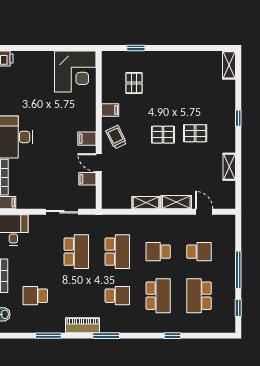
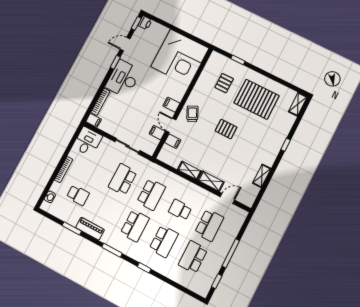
corner desk: (75, 71) -> (180, 57), width x1.36, depth x1.36
filing cabinet: (110, 110) -> (173, 141), moved
pallet: (195, 133) -> (257, 99), moved, width x2.05, depth x2.00
door: (204, 212) -> (227, 198), hinge flipped
school desk: (76, 252) -> (123, 179), turned 180
school desk: (199, 252) -> (209, 225), width x1.85
school desk: (35, 296) -> (78, 195), turned 180
school desk: (117, 296) -> (135, 226), width x1.85
piano: (83, 325) -> (90, 229), moved
window: (173, 336) -> (144, 268), moved

